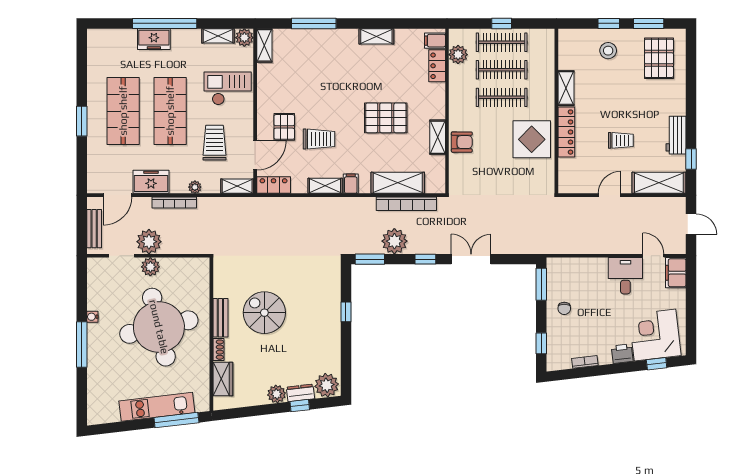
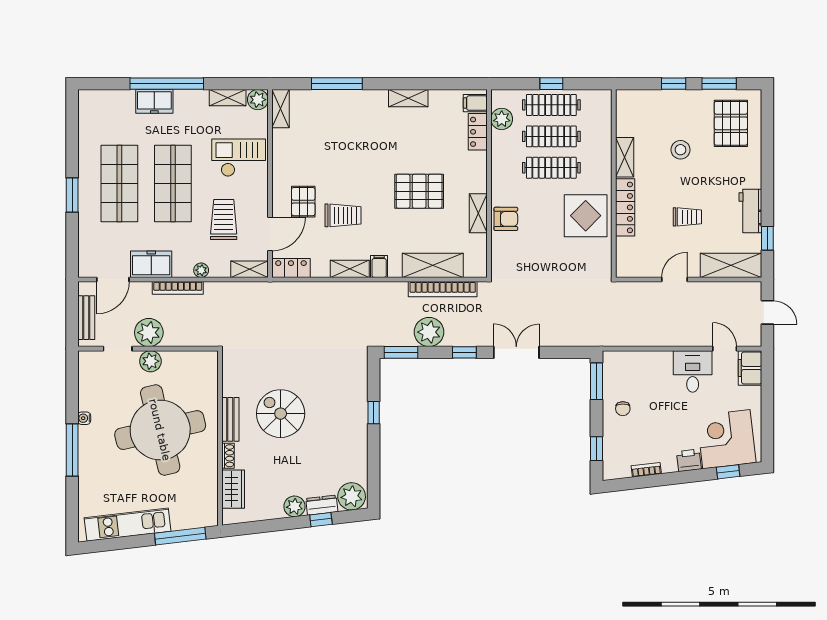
stool: (608, 51) -> (681, 150), moved
kitchen unit: (157, 407) -> (128, 525), moved

